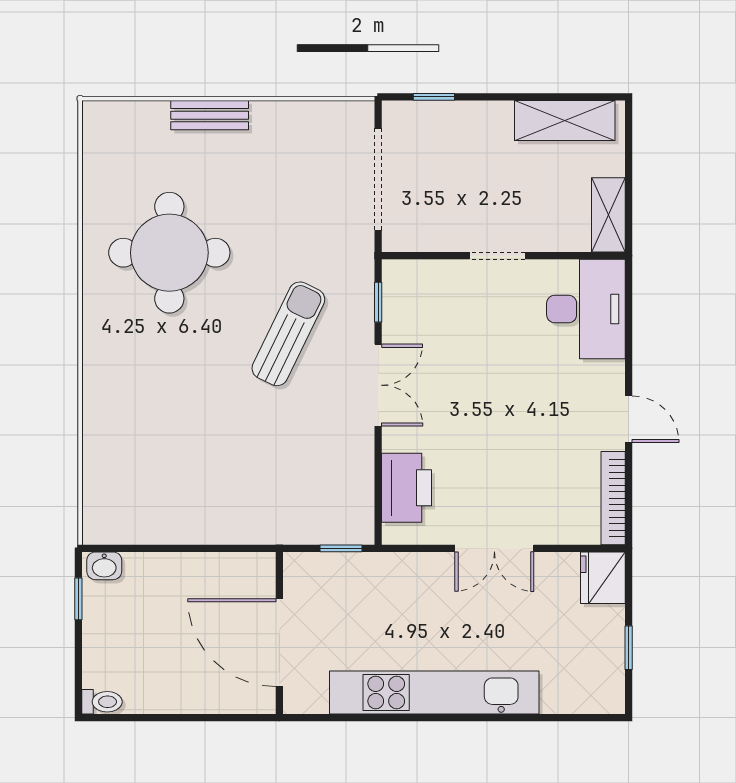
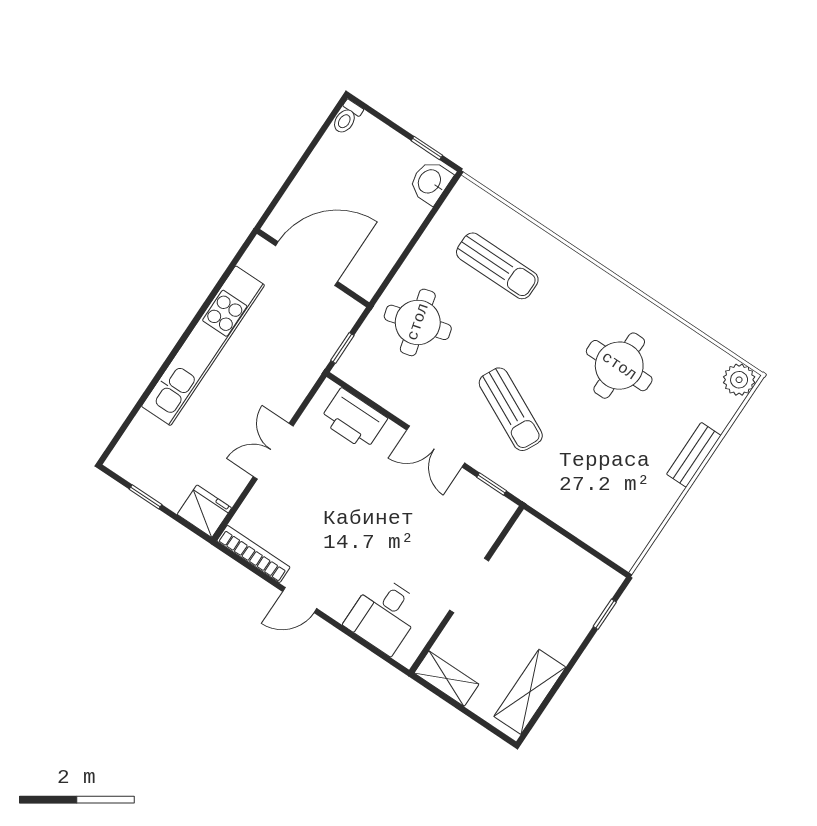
plant: (102, 120) -> (739, 380), added
doorway: (378, 179) -> (574, 539), removed
round table: (169, 253) -> (619, 366), width x0.73, depth x0.73
doorway: (497, 256) -> (469, 585), width x1.38
desk: (586, 309) -> (384, 615), width x0.73
sun lounger: (151, 446) -> (497, 266), added
round table: (263, 489) -> (418, 322), added
washbasin: (104, 566) -> (430, 182), width x1.38, depth x1.45

